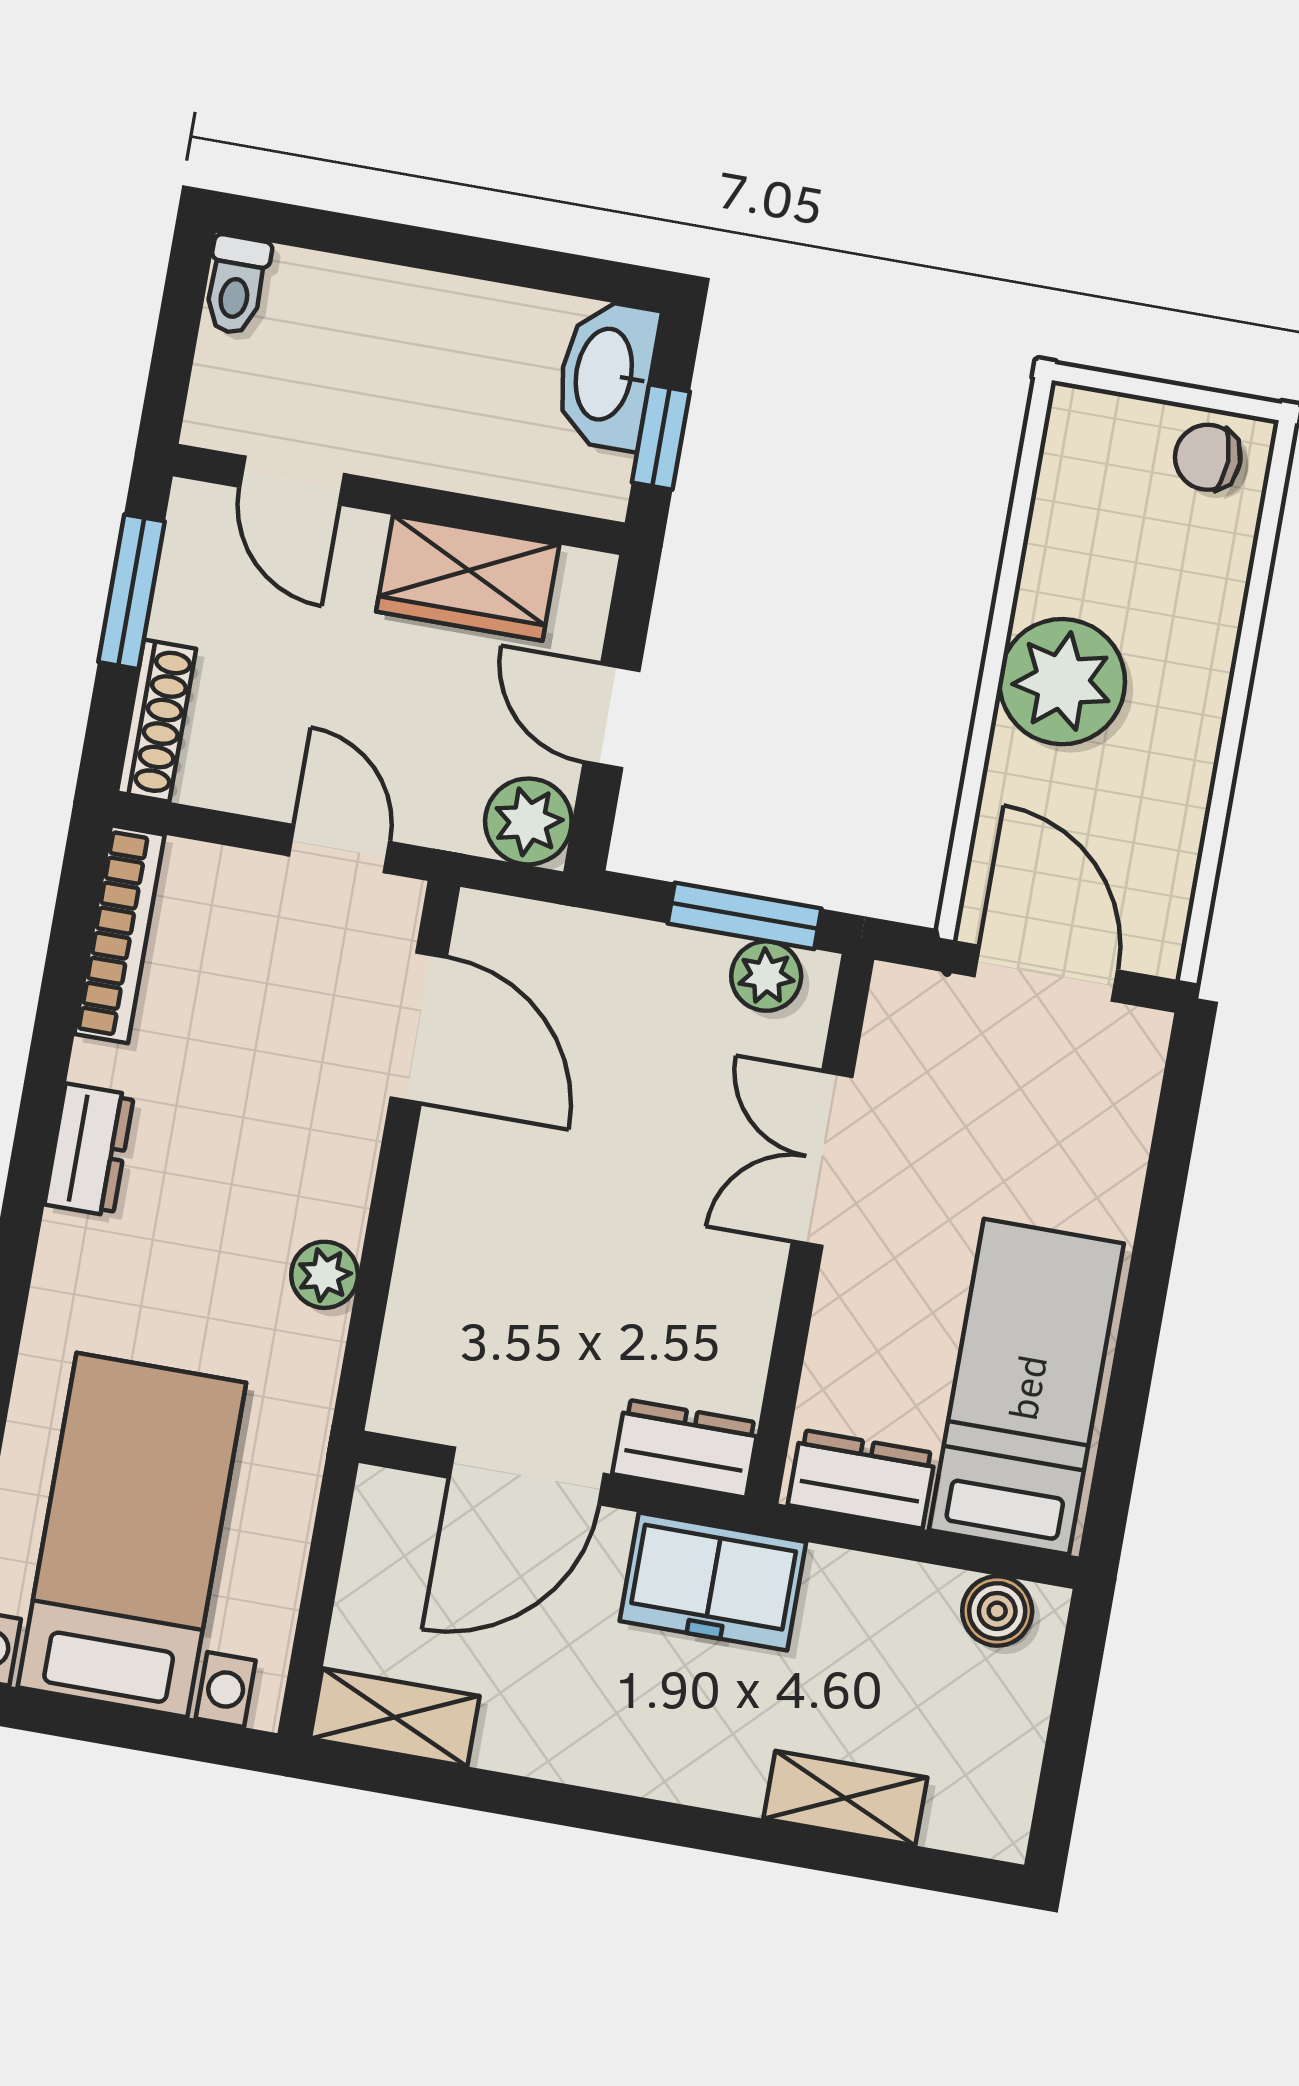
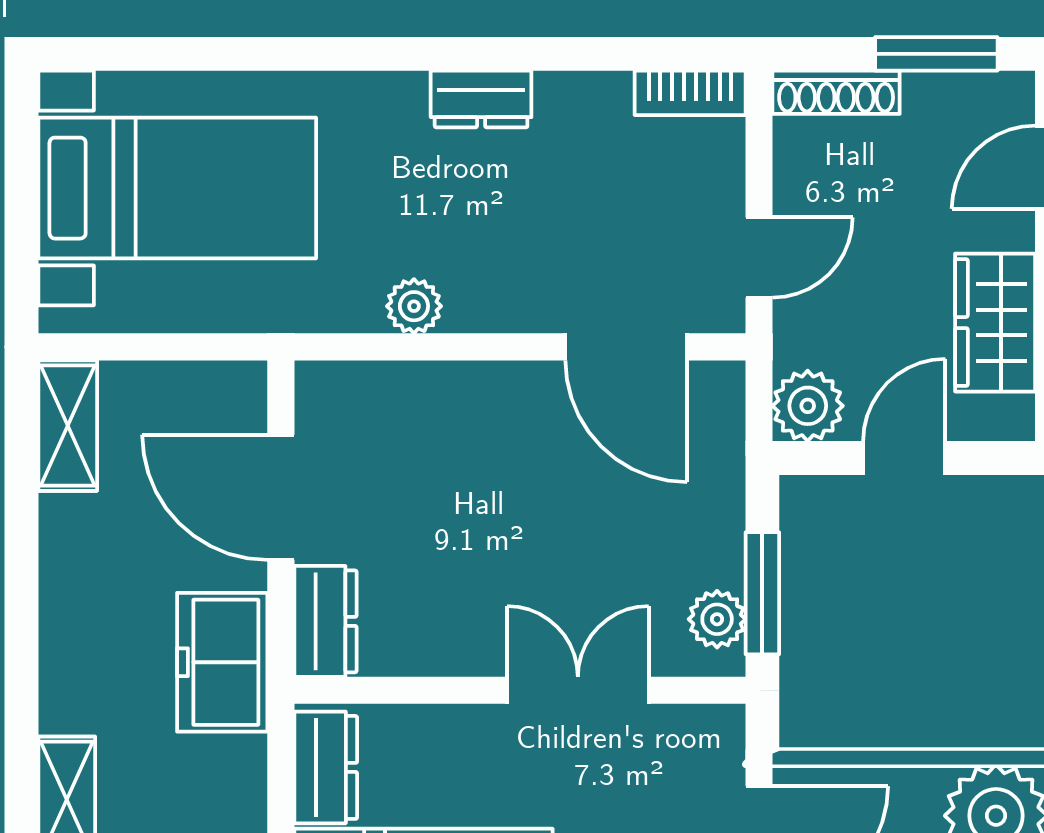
bookcase: (120, 934) -> (690, 93), width x0.64
door: (419, 1027) -> (626, 347), hinge flipped

